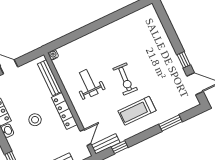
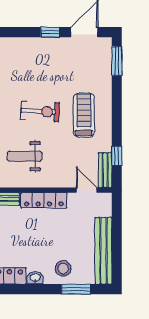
treadmill: (137, 111) -> (84, 115), turned 180
stool: (35, 120) -> (63, 268), moved
window: (171, 123) -> (117, 61), moved

